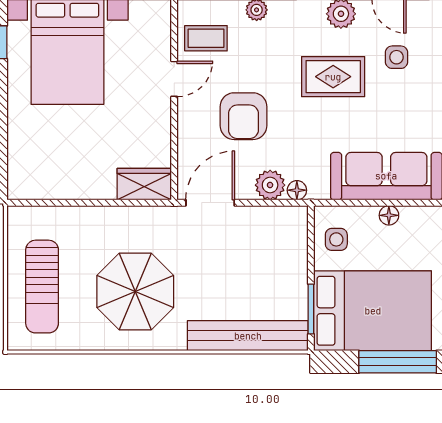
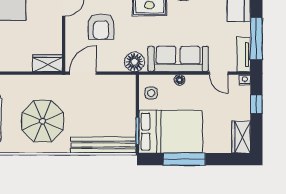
plant: (270, 185) -> (115, 64), removed
floor lamp: (297, 190) -> (134, 62), width x1.89, depth x1.89

